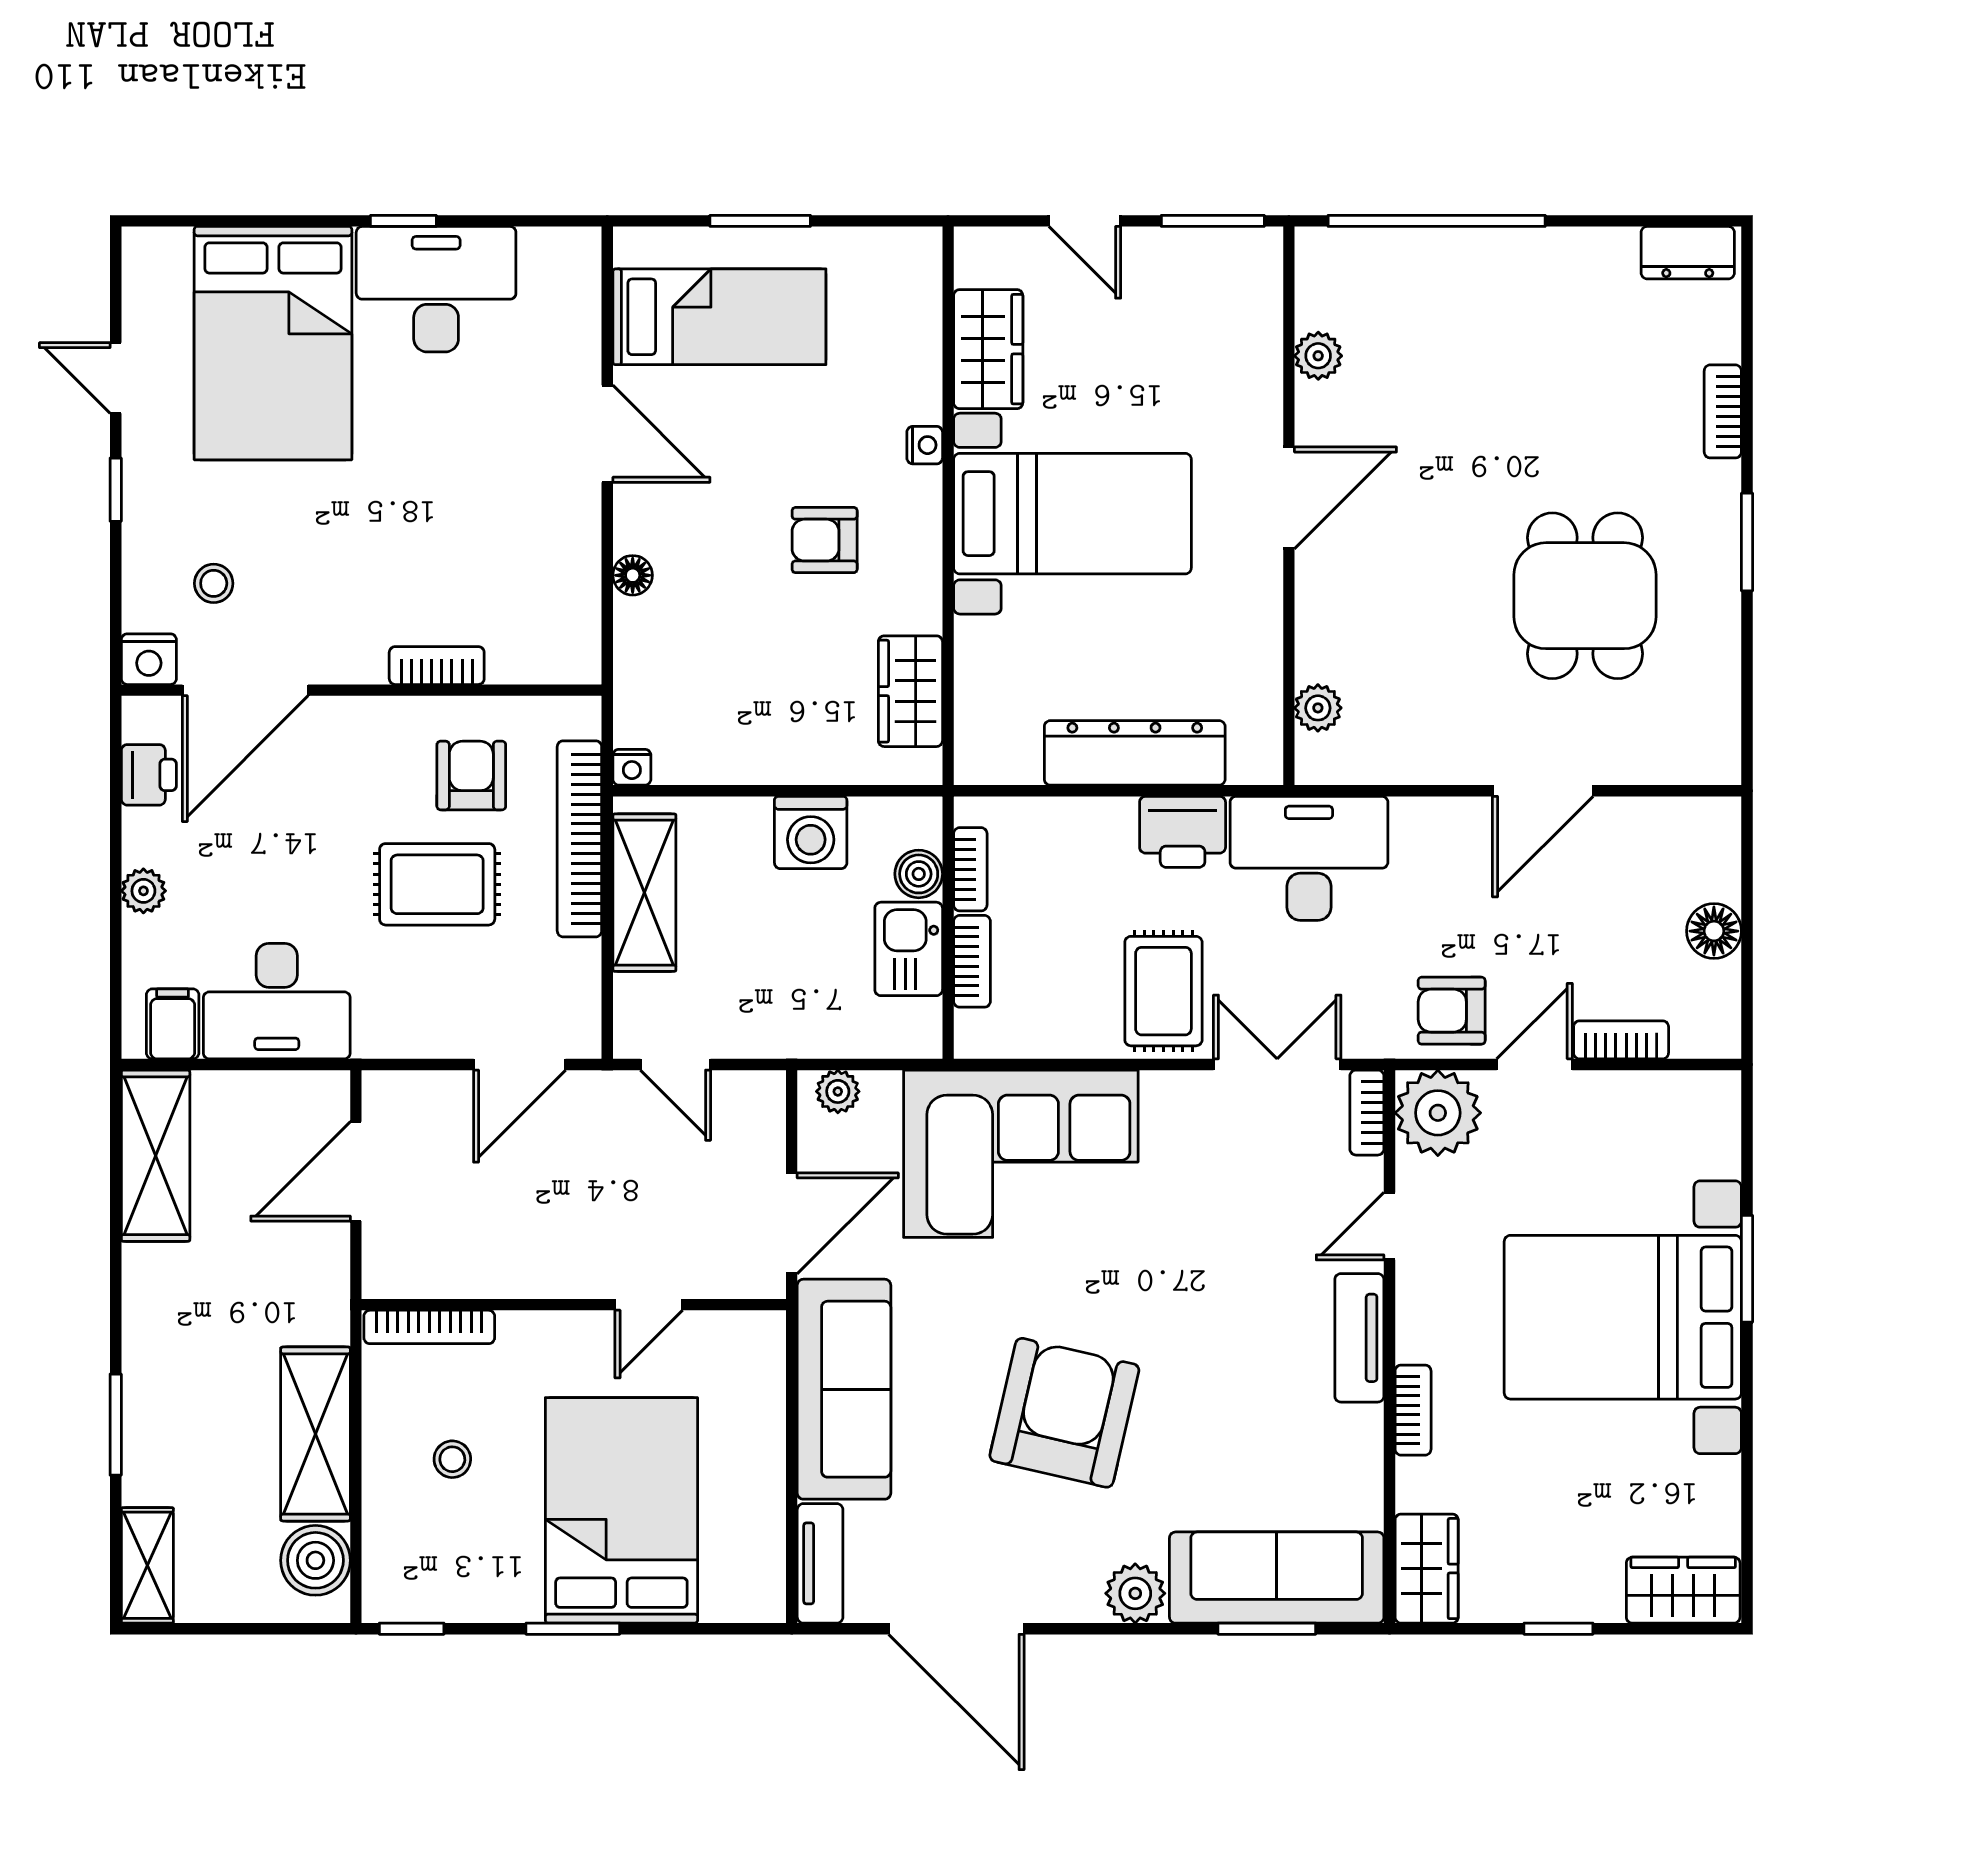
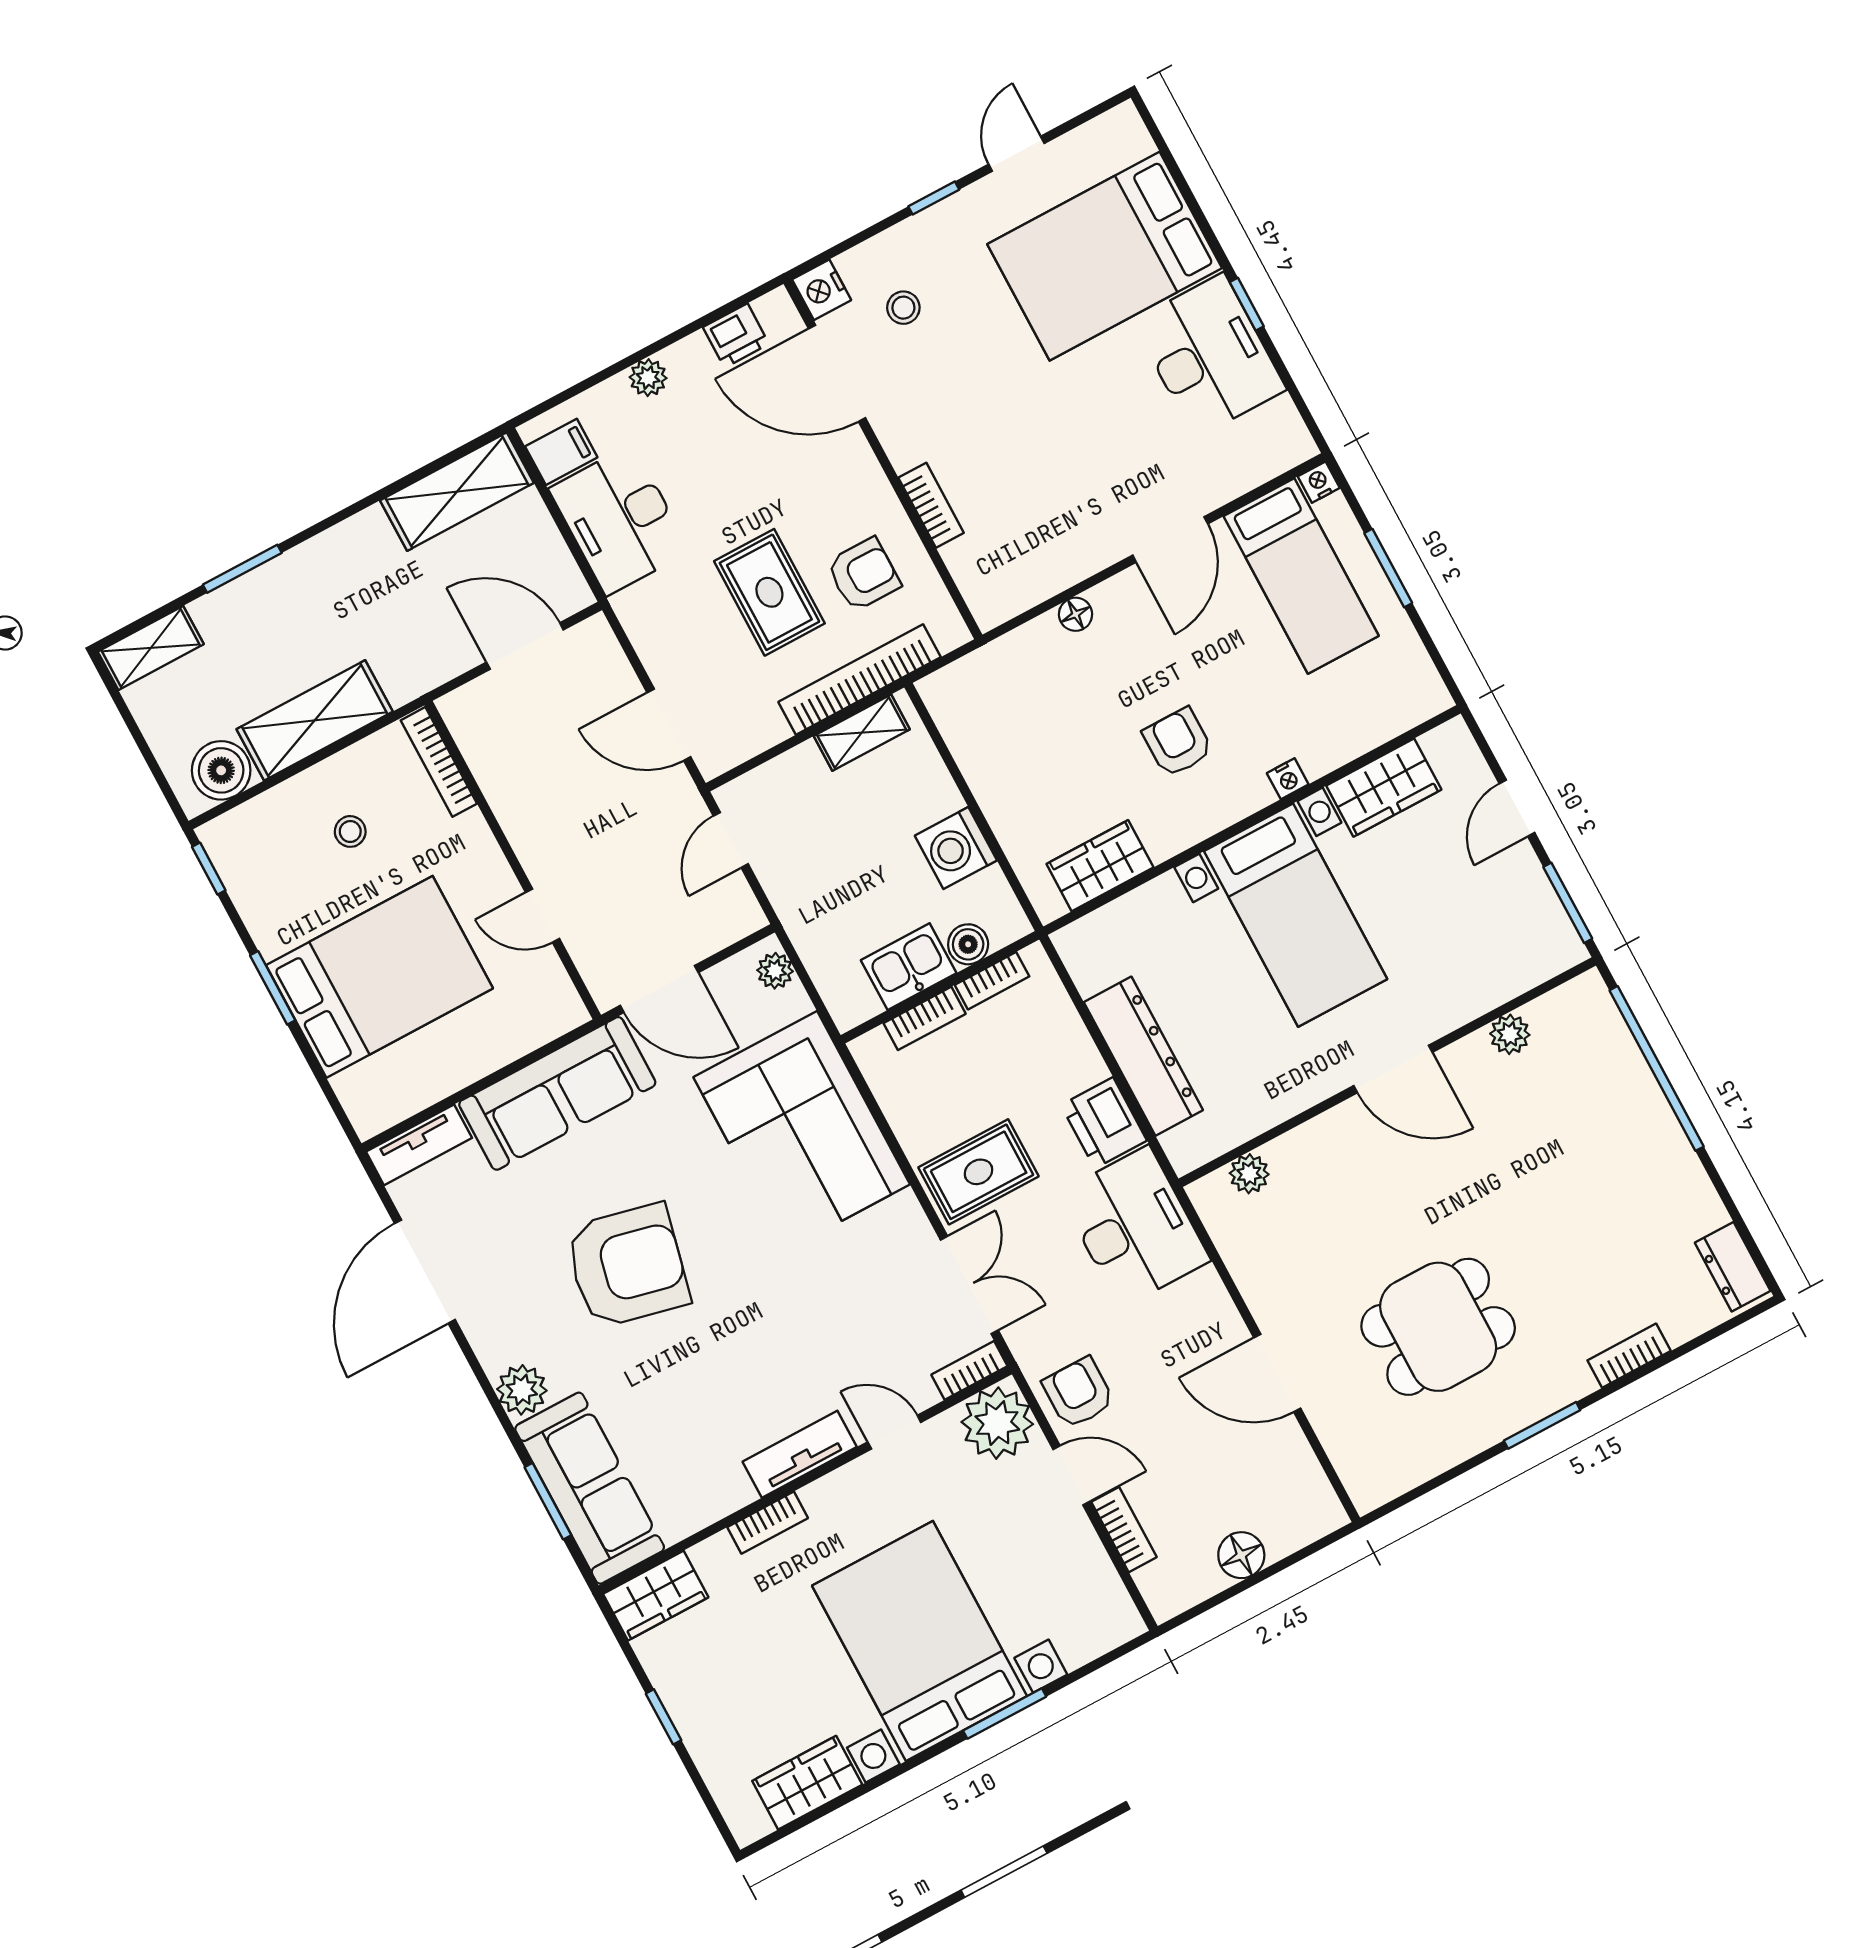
nightstand: (632, 767) -> (1319, 482), moved, turned 90
shelving: (644, 893) -> (862, 733), width x0.67, depth x0.75
wardrobe: (1683, 1590) -> (807, 1783), moved, turned -90

